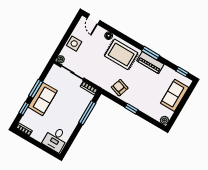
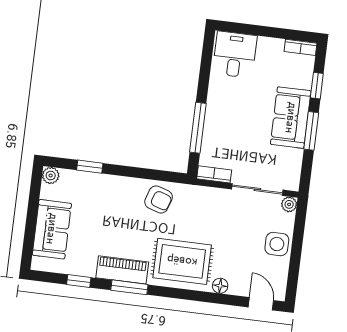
window: (182, 72) -> (79, 281), moved
window: (131, 109) -> (90, 167), moved

